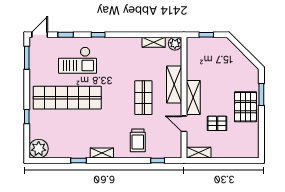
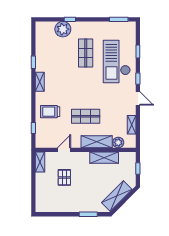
door: (40, 35) -> (138, 98), moved
plant: (175, 44) -> (118, 142), moved
checkout: (78, 60) -> (117, 62), width x1.36, depth x1.21
shelving: (239, 60) -> (117, 196), added
shop shelf: (67, 98) -> (86, 53), width x0.50, depth x0.74
shelving: (193, 98) -> (104, 158), moved
pallet: (245, 107) -> (78, 201), removed
plant: (39, 149) -> (63, 29), moved

